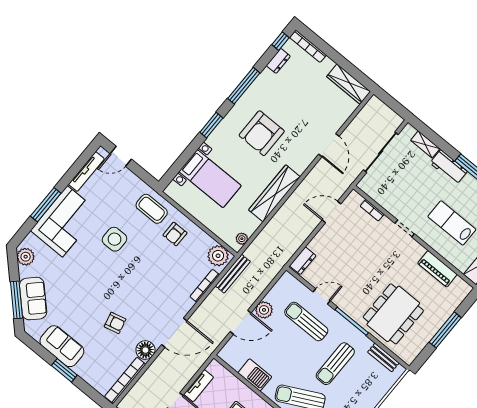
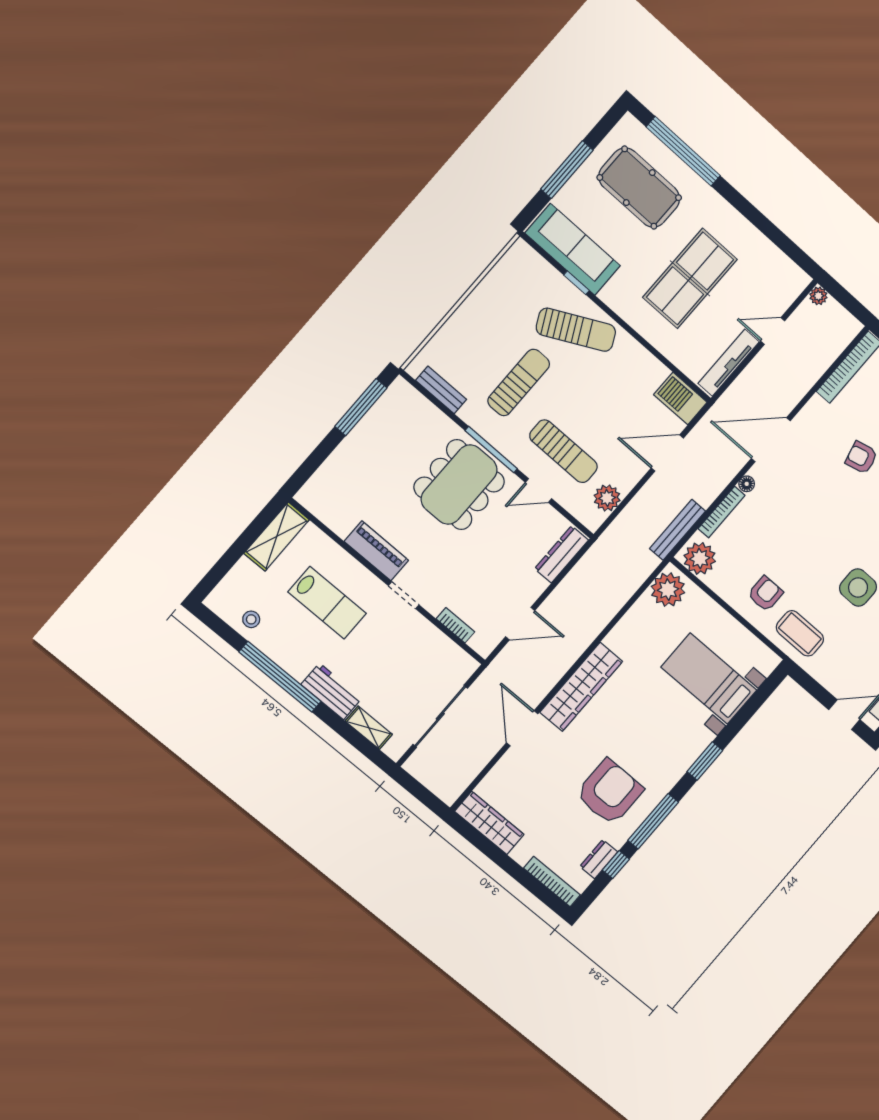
window: (281, 41) -> (616, 865), moved
armchair: (262, 133) -> (610, 792), moved
wardrobe: (274, 193) -> (581, 687), moved
plant: (242, 239) -> (668, 590), width x1.88, depth x1.88
dresser: (303, 261) -> (561, 554), width x1.44
piano: (437, 269) -> (376, 551), moved
plant: (264, 310) -> (607, 498), moved
dining table: (393, 314) -> (459, 485), moved
window: (445, 330) -> (361, 407), moved
floor lamp: (145, 350) -> (747, 484), moved, width x0.53, depth x0.53
barbecue: (255, 375) -> (680, 399), moved
tv unit: (199, 386) -> (729, 363), width x1.41

